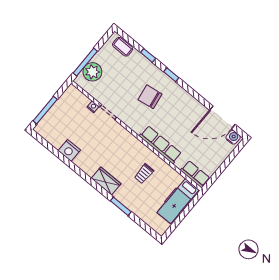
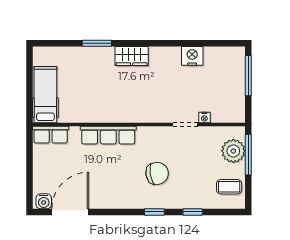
coffee table: (123, 47) -> (229, 187), moved
trolley: (144, 174) -> (101, 94), removed

